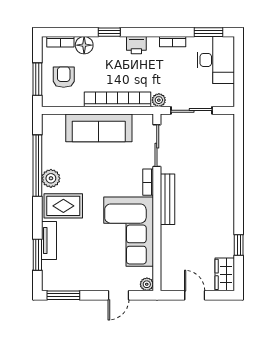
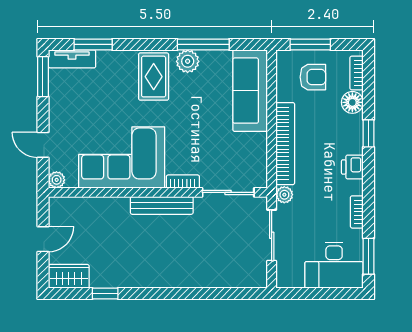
sofa: (99, 128) -> (250, 91), moved
window: (37, 166) -> (203, 44), width x0.68
tv unit: (49, 240) -> (72, 59), moved

